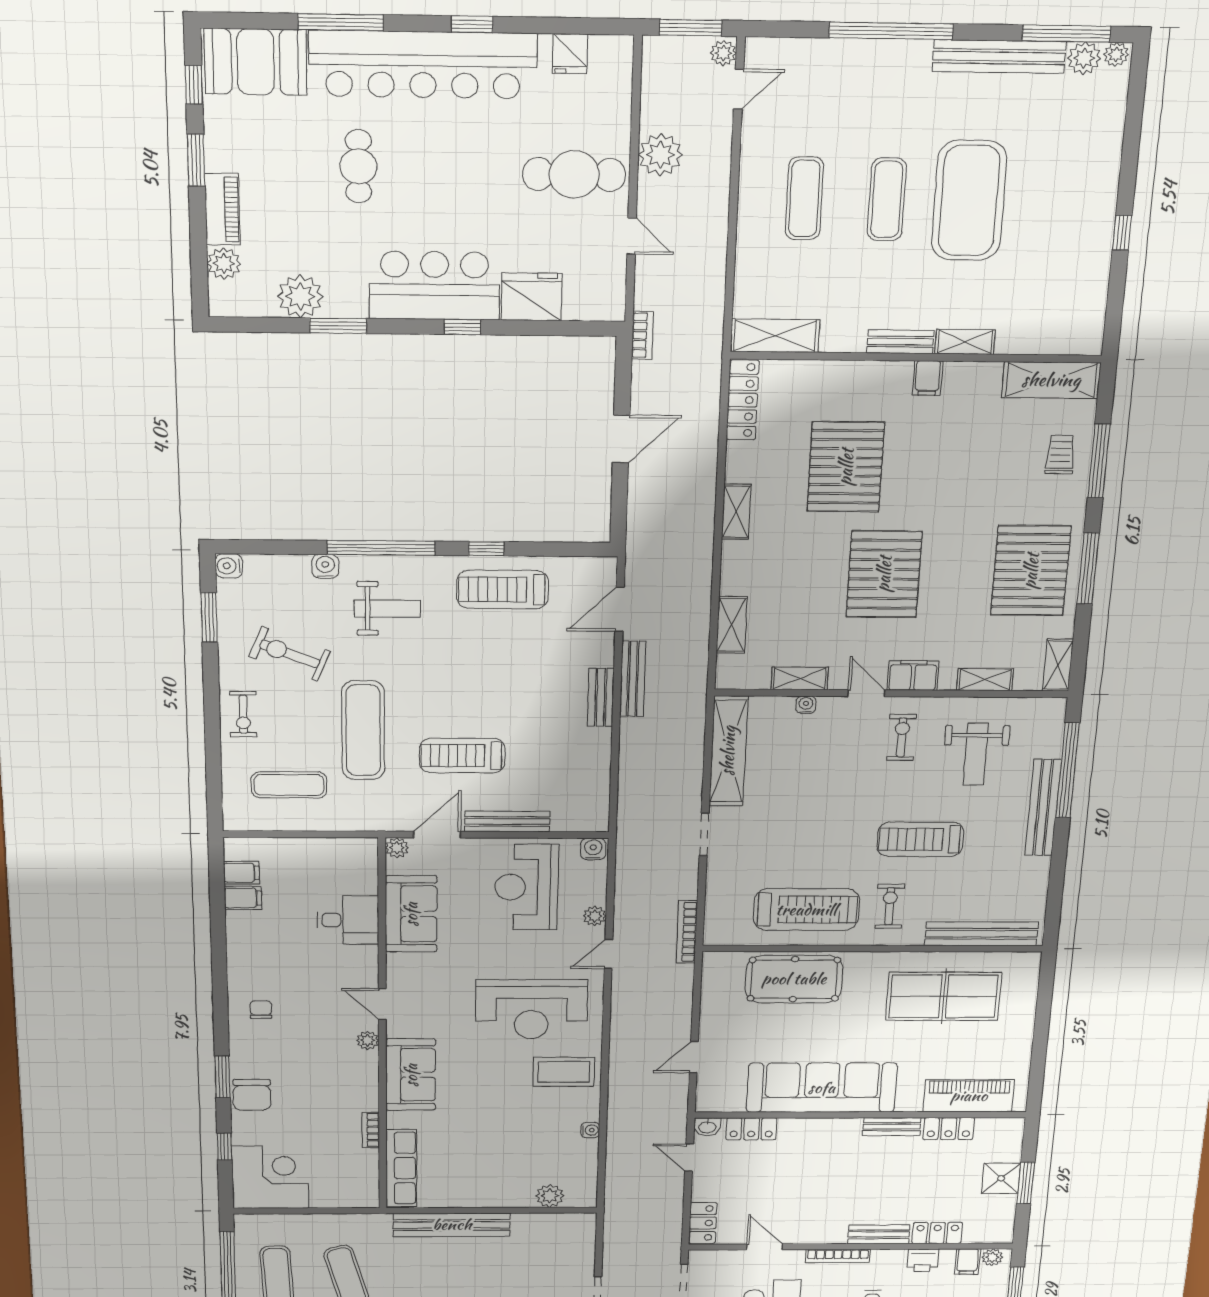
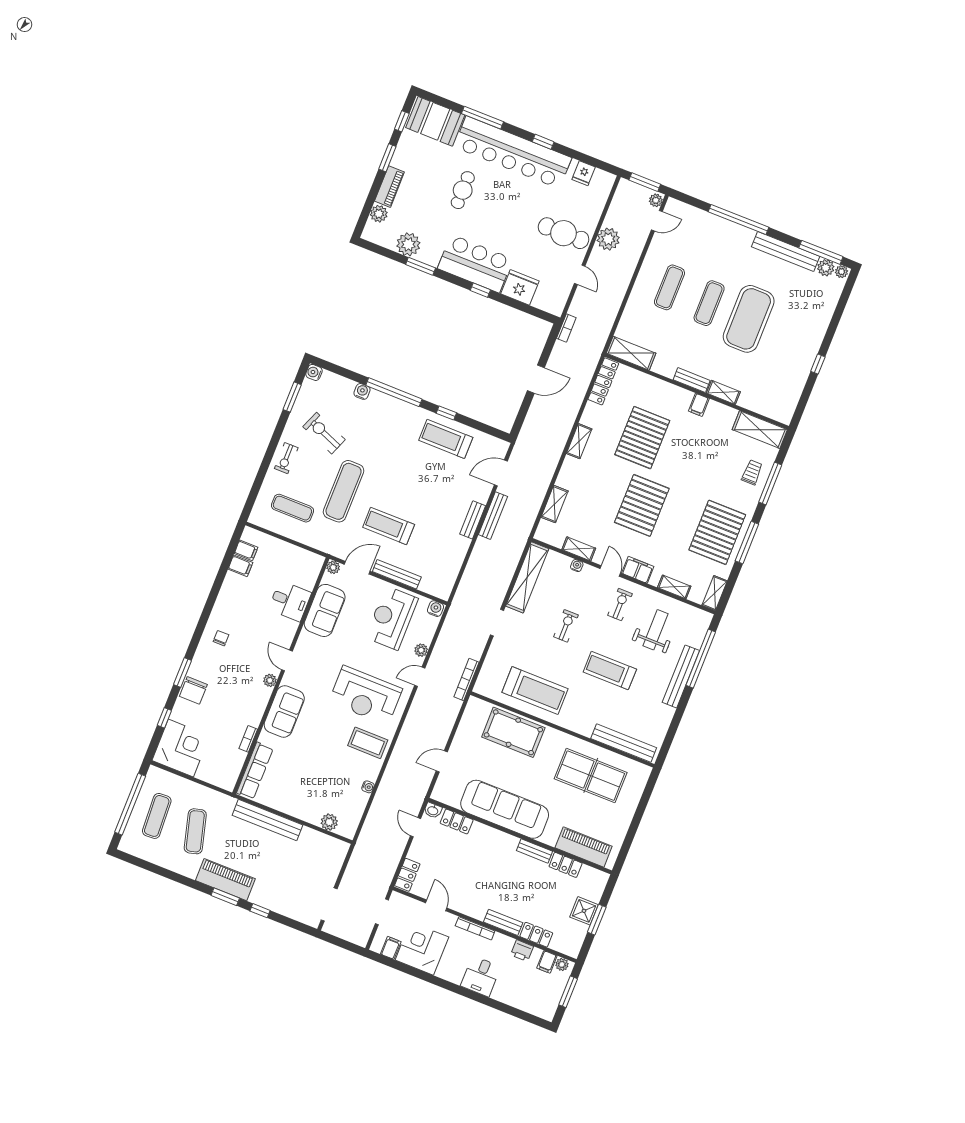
weight bench: (387, 609) -> (384, 427), removed
weight bench: (976, 754) -> (655, 630), turned 180
exercise bike: (890, 906) -> (566, 626), moved

